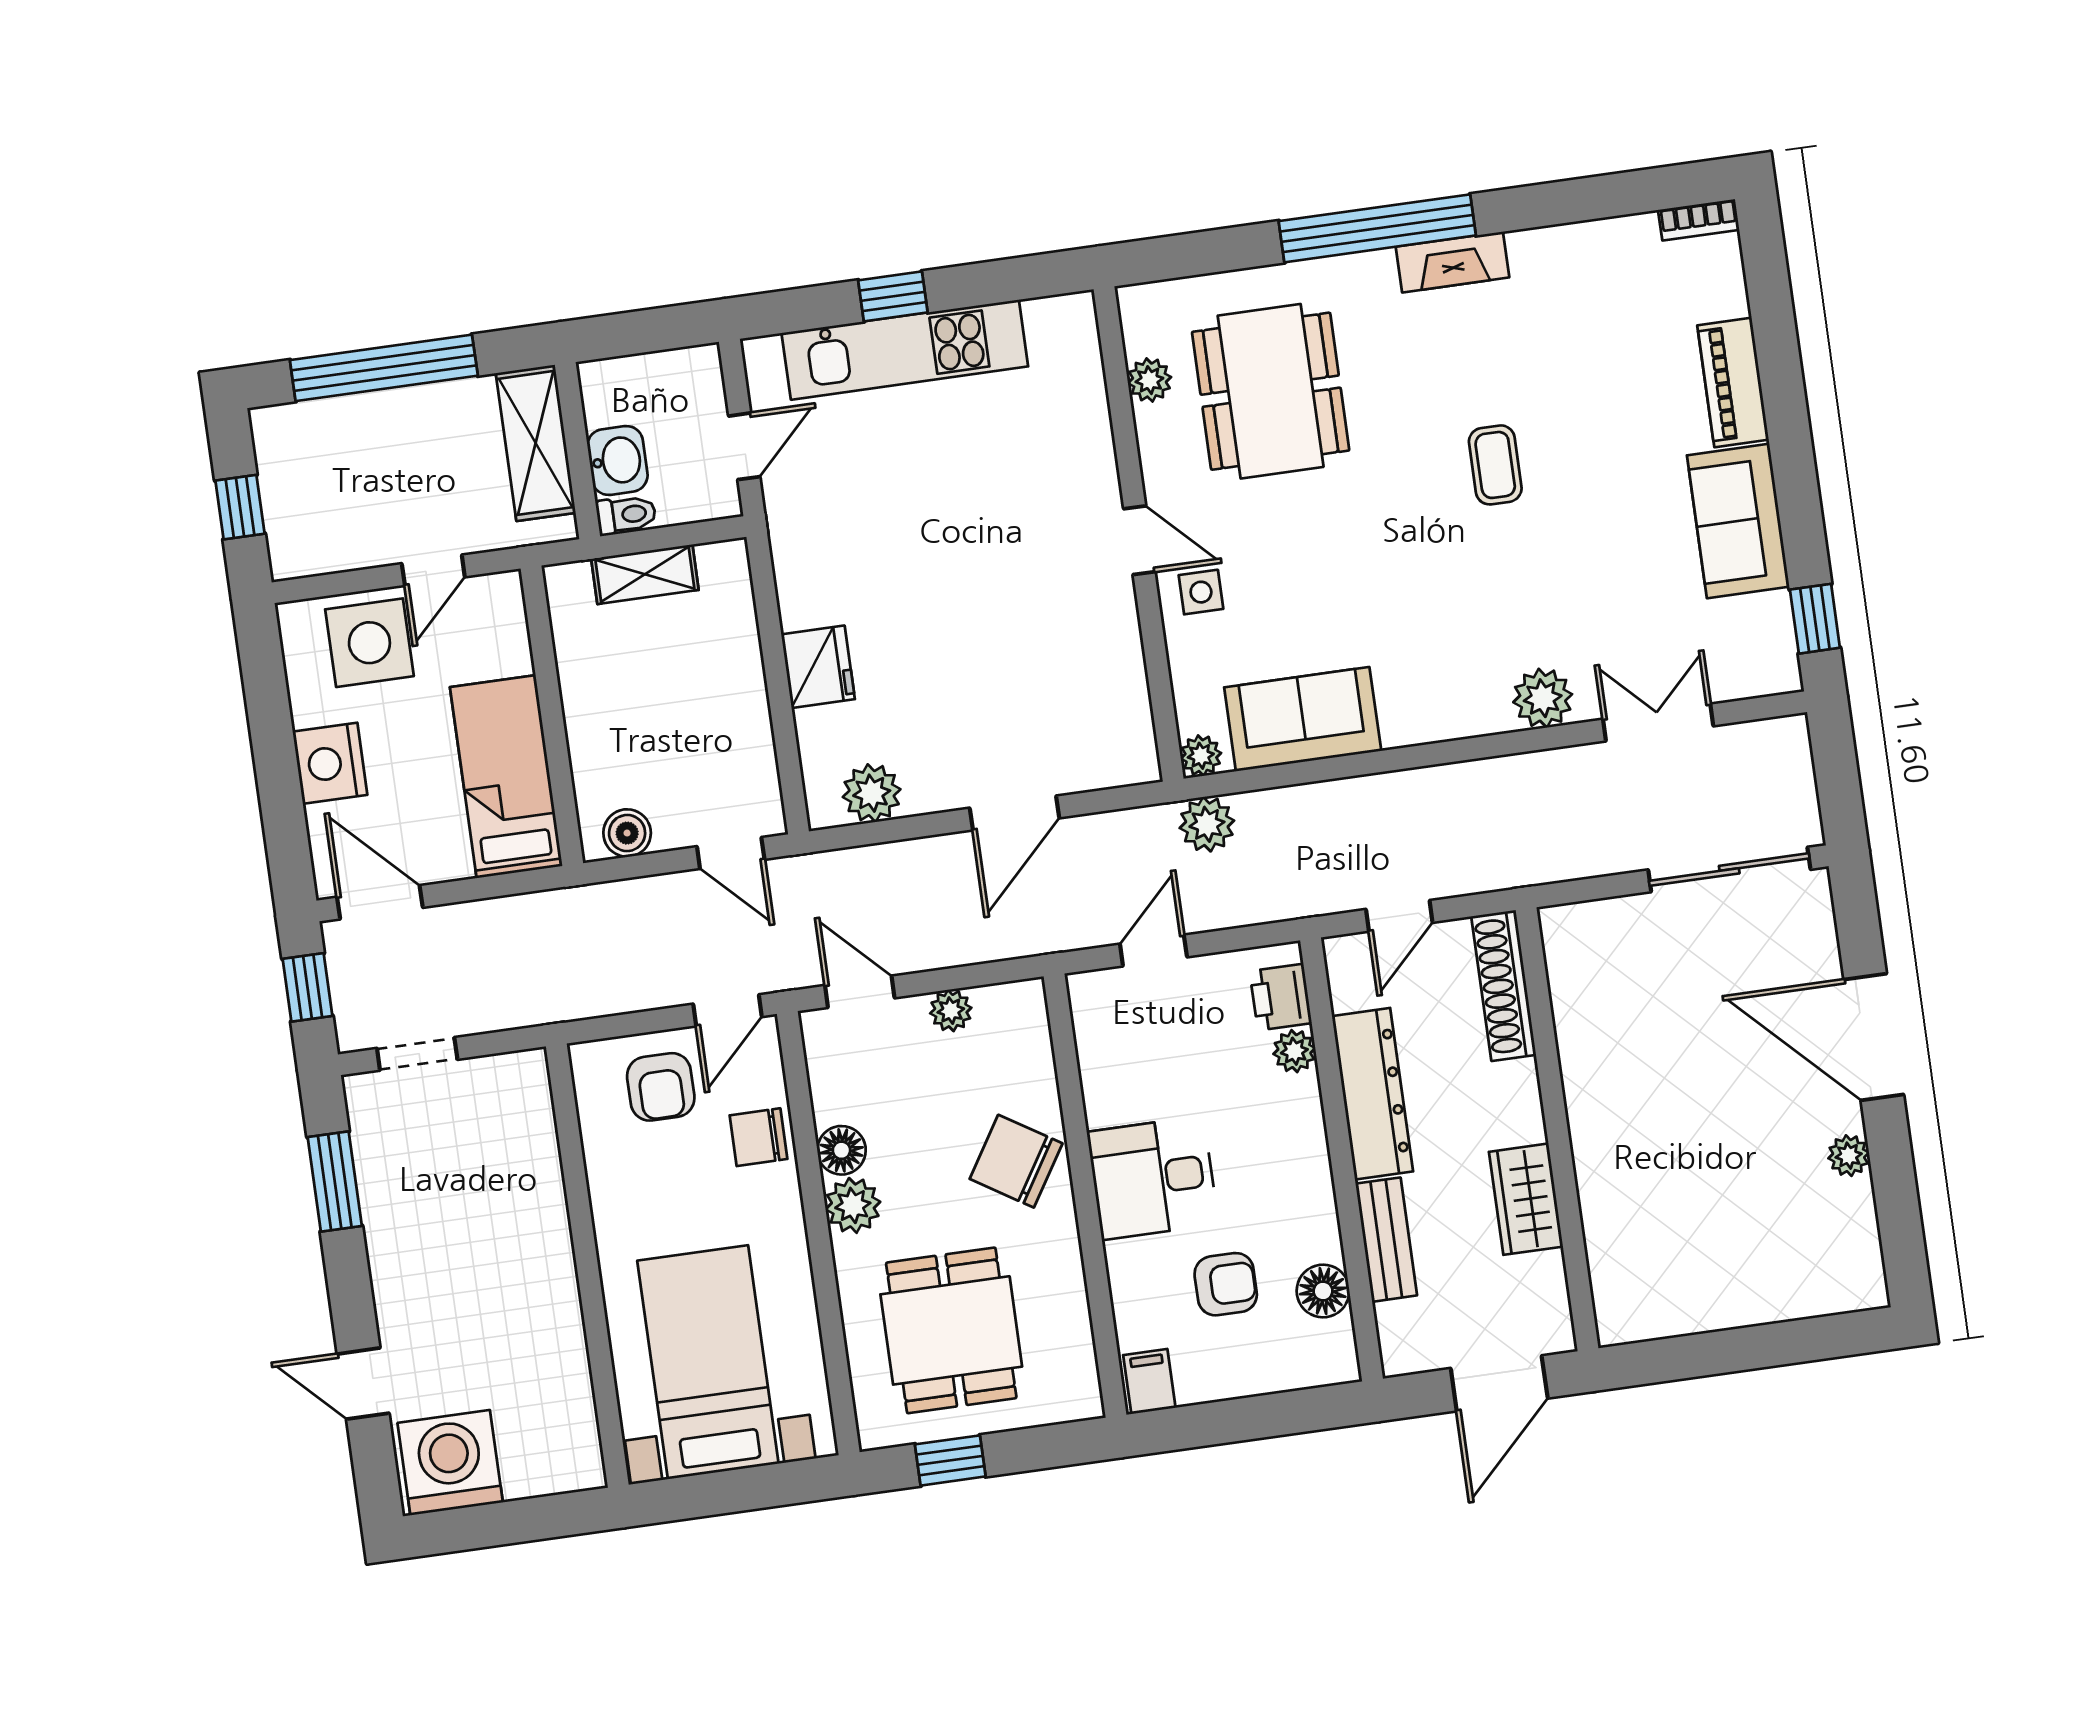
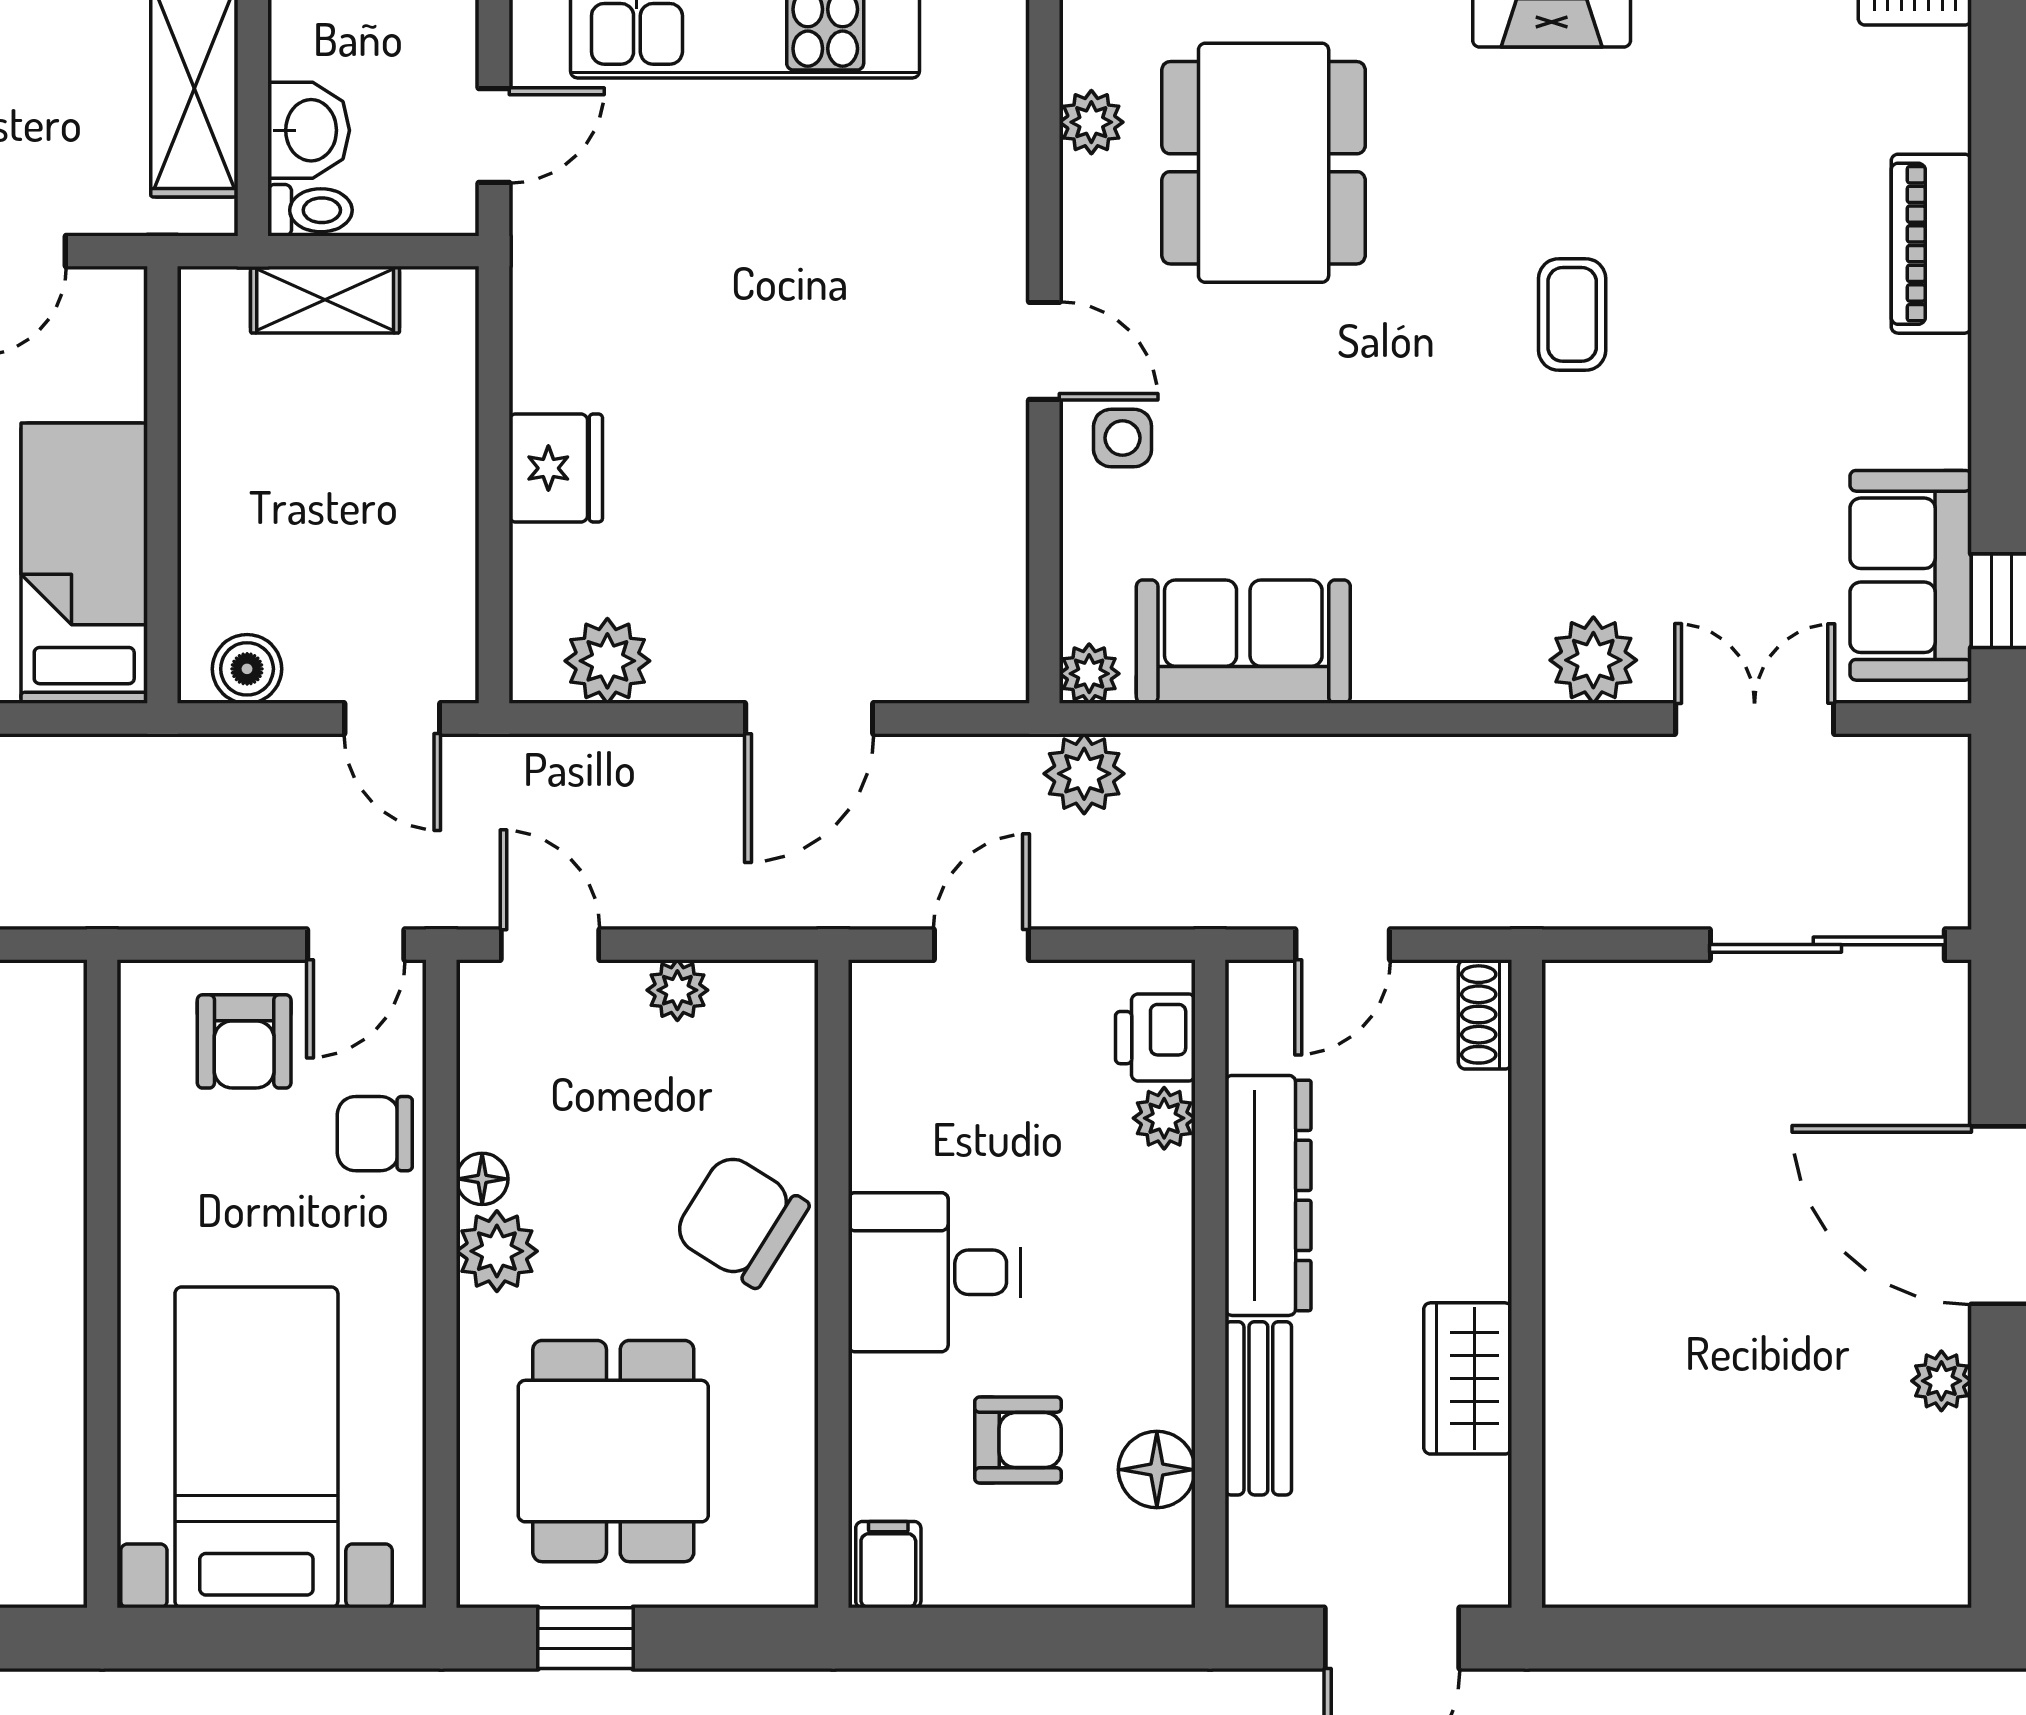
sofa: (1738, 521) -> (1911, 575), moved
shoe rack: (1504, 986) -> (1485, 1014), width x0.51, depth x0.81
floor lamp: (841, 1150) -> (482, 1179), width x0.73, depth x0.73

